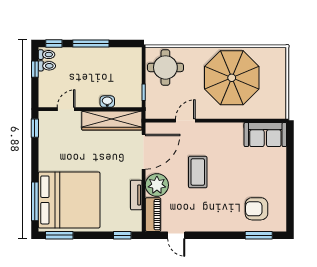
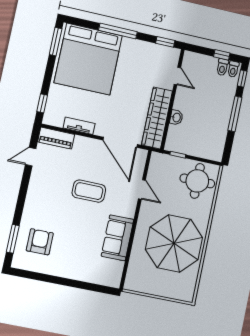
sofa: (265, 135) -> (117, 238), moved
plant: (157, 185) -> (85, 148), removed
window: (35, 201) -> (118, 31), moved

